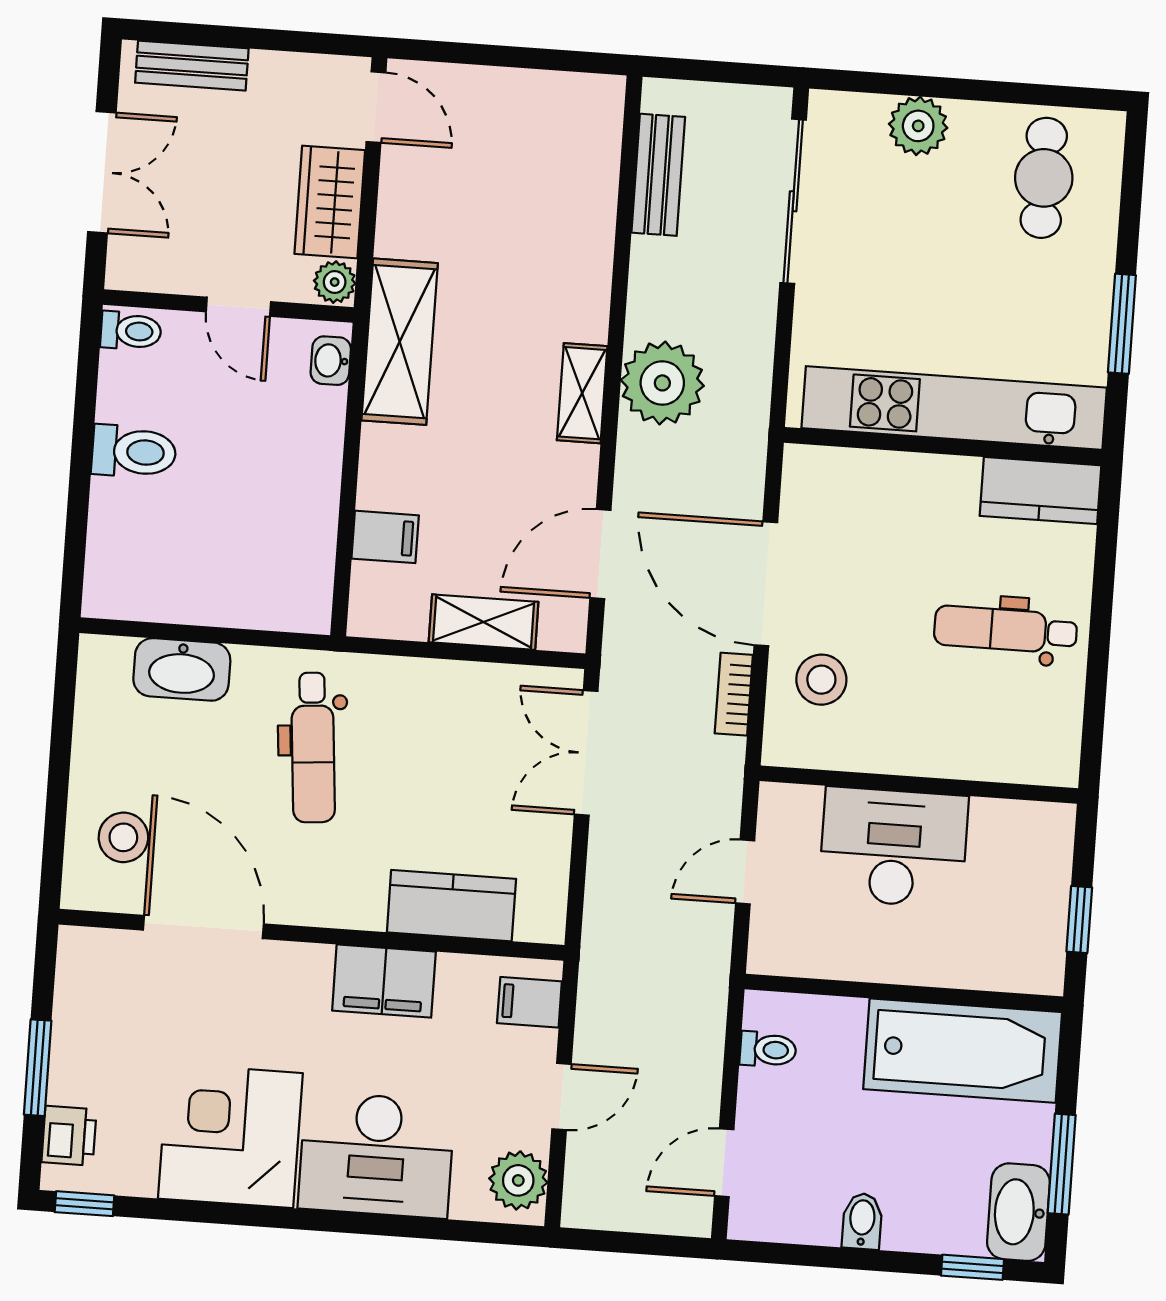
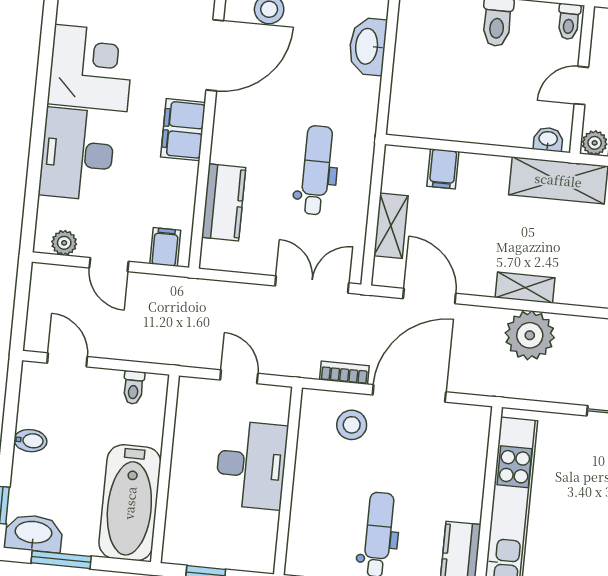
dental chair: (313, 747) -> (316, 170), moved, turned 95
filing cabinet: (384, 981) -> (183, 130), moved
plant: (518, 1180) -> (64, 243), width x0.73, depth x0.73

